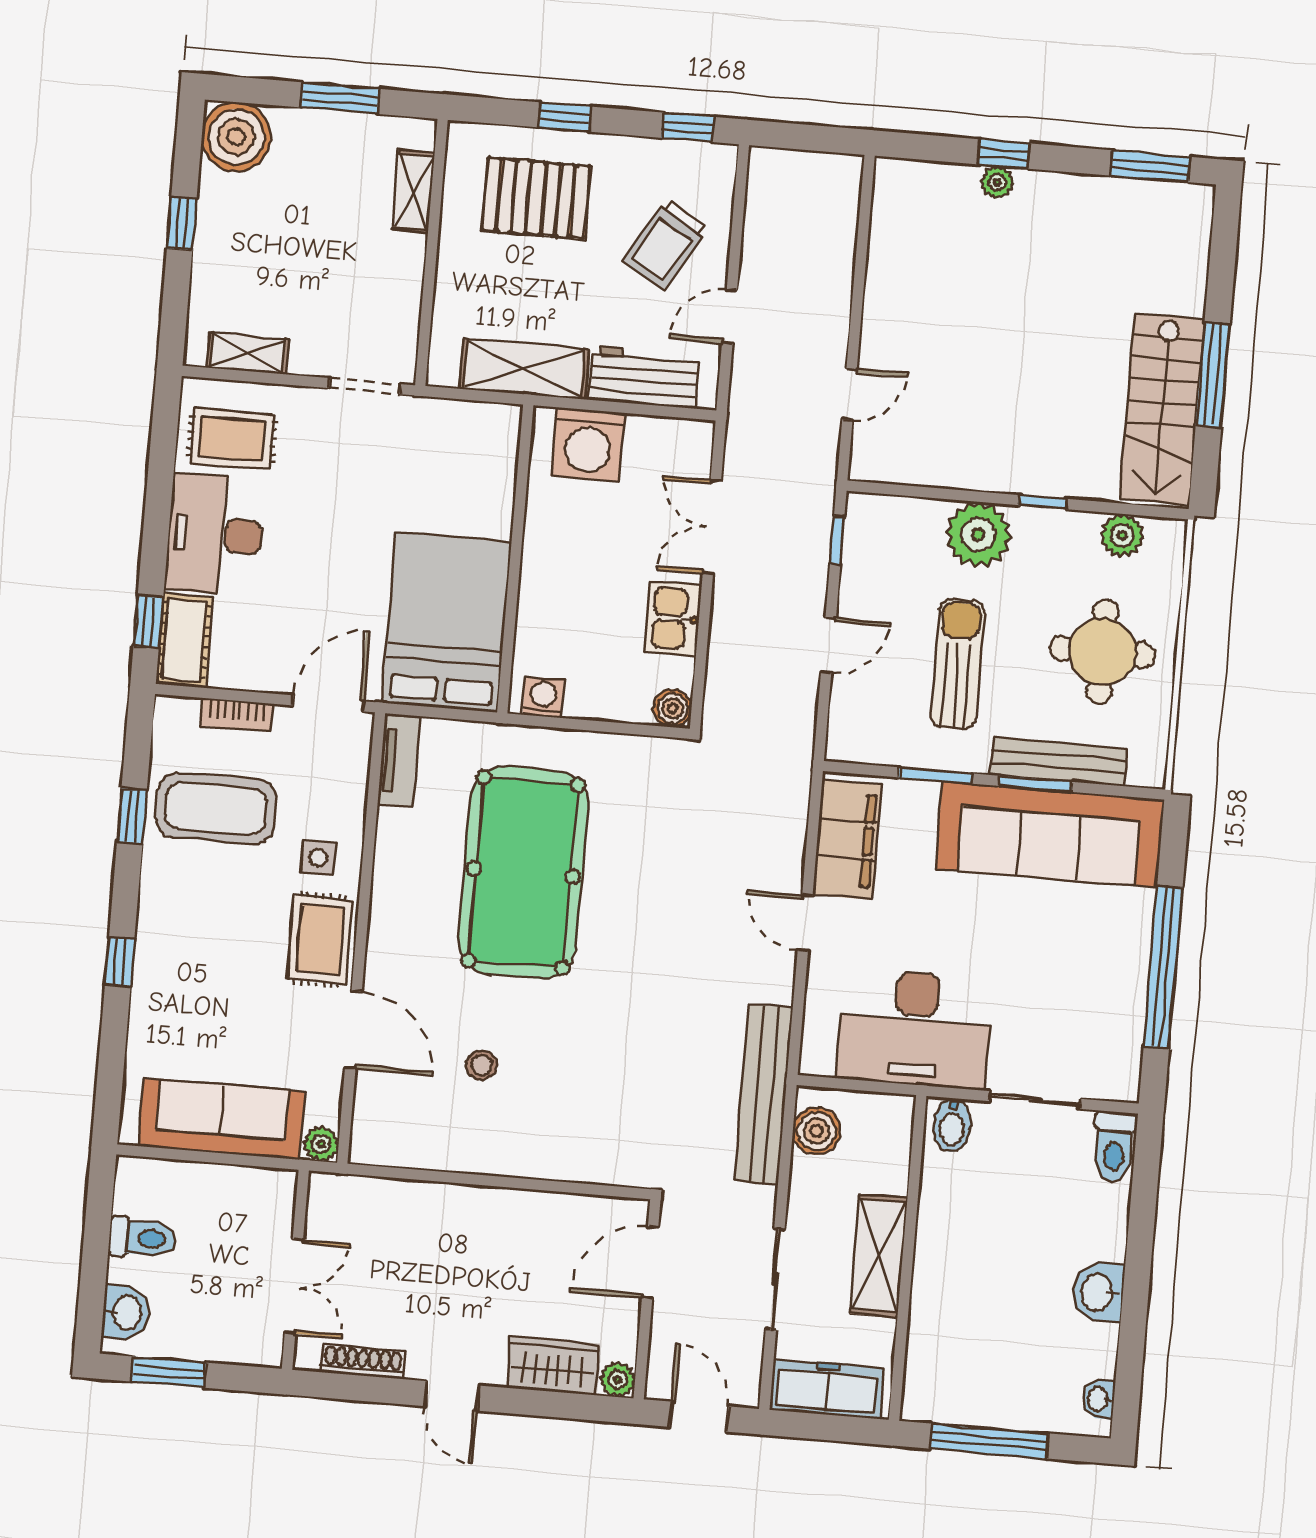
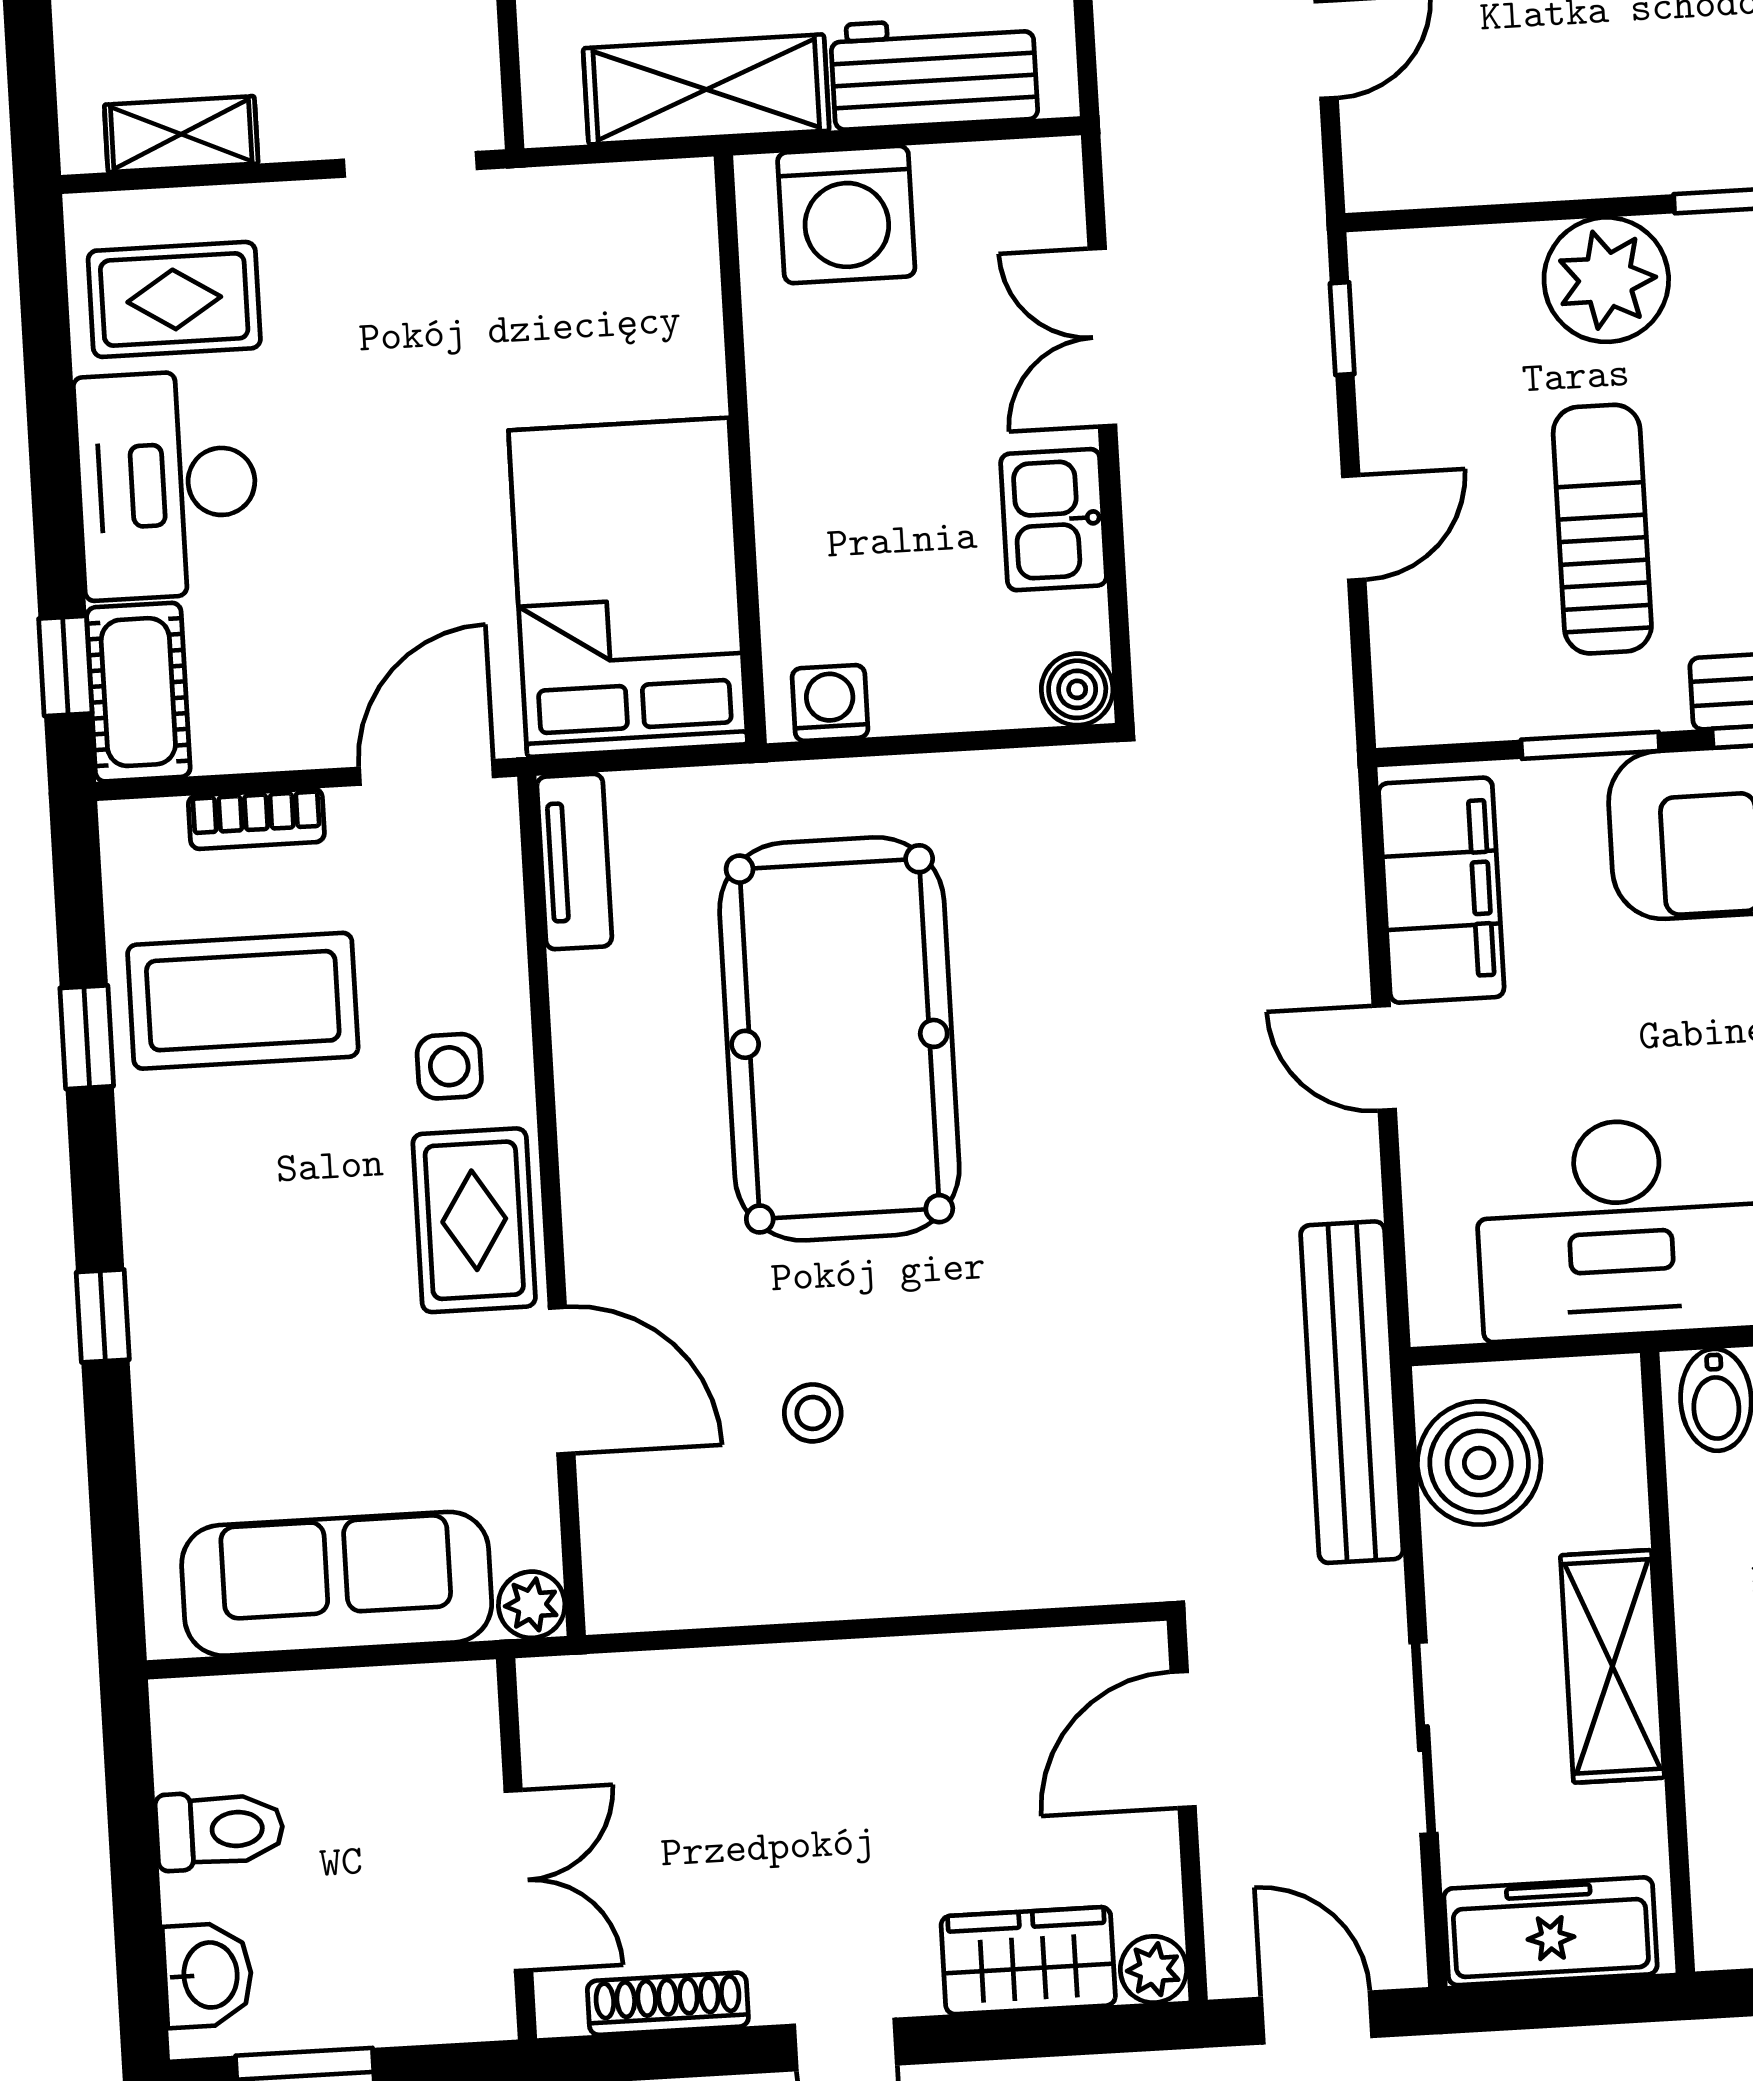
boiler: (816, 1131) -> (1479, 1463), width x1.37, depth x1.37

